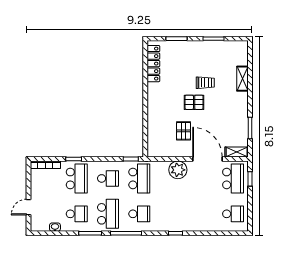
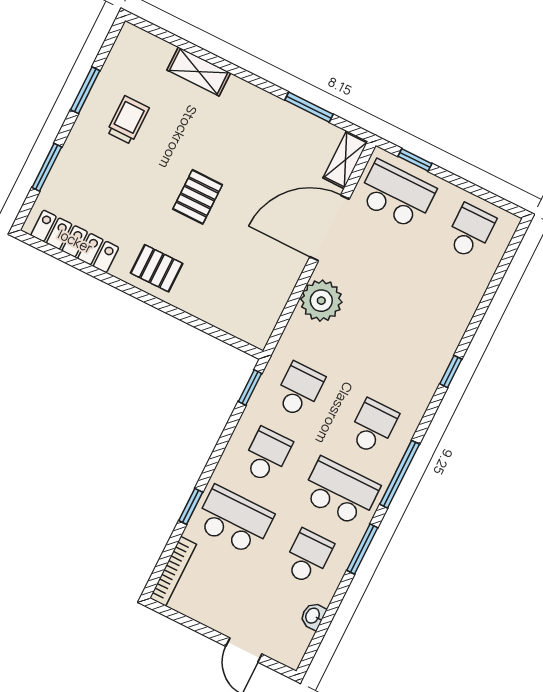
trolley: (205, 83) -> (128, 120), moved
pallet: (184, 131) -> (157, 268), moved
school desk: (139, 178) -> (299, 390), width x0.54

